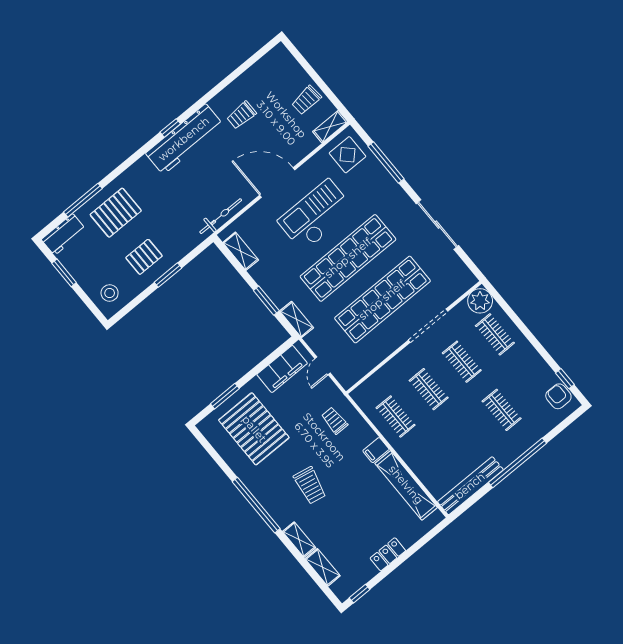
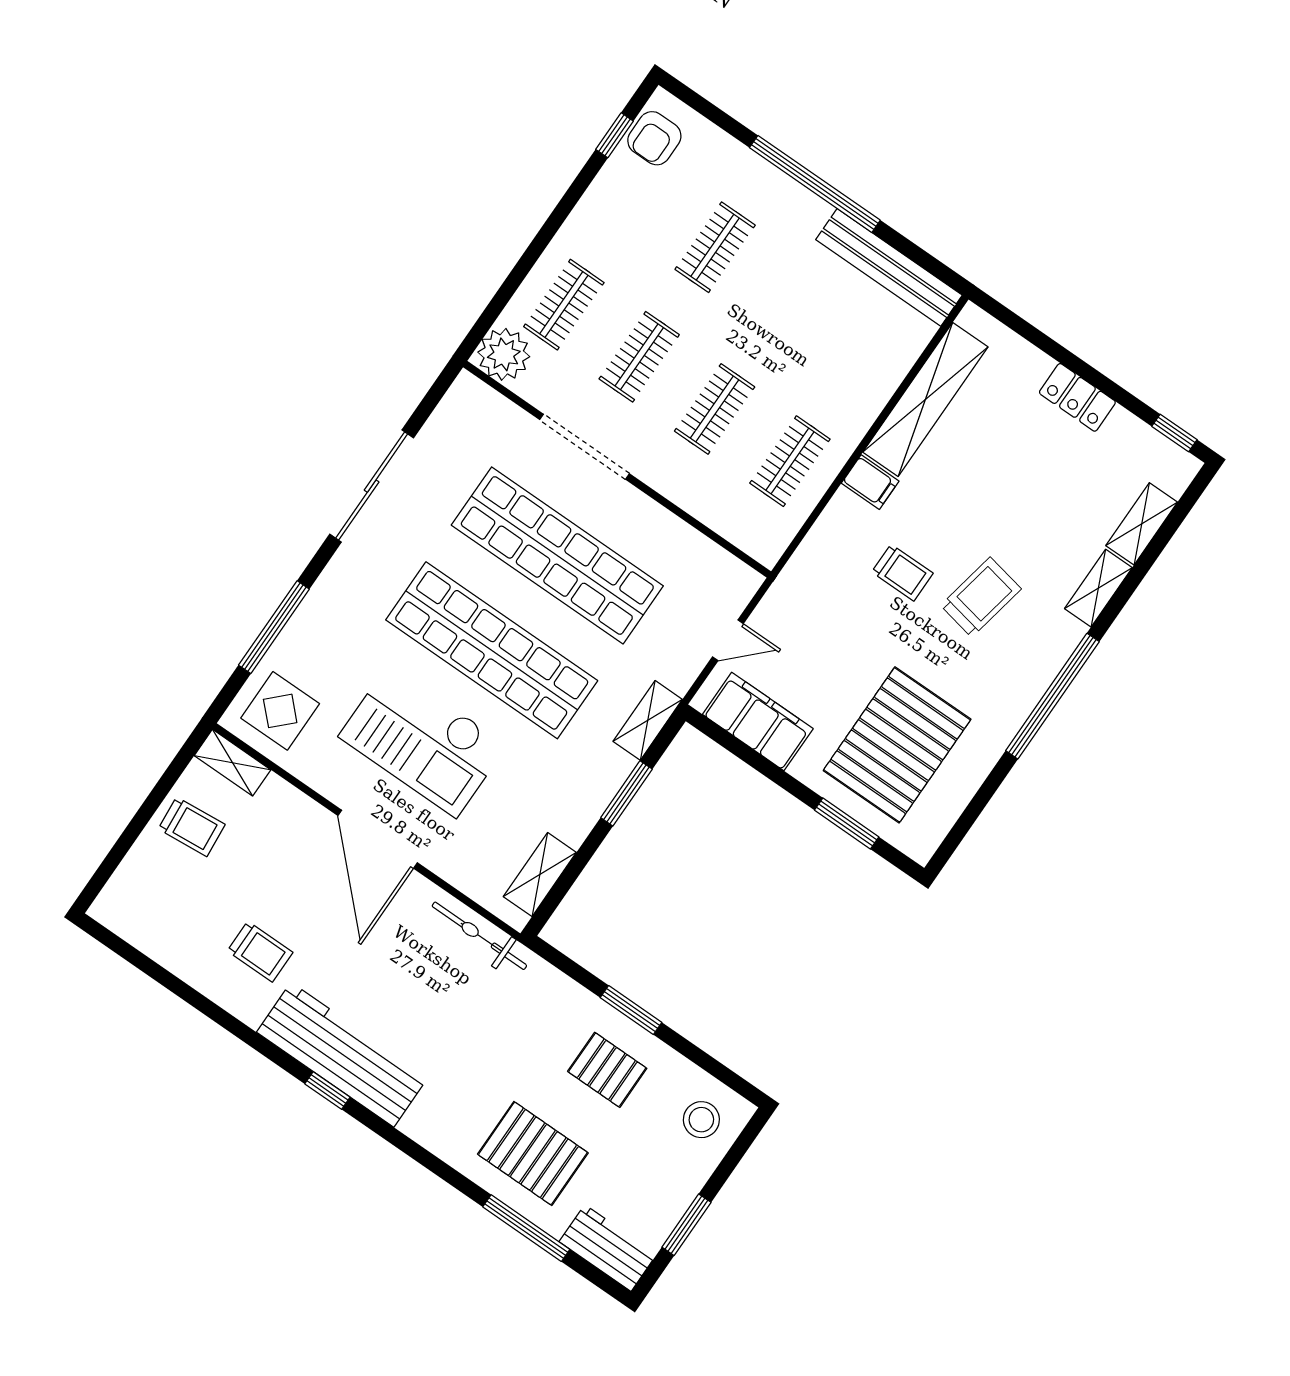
trolley: (334, 421) -> (902, 573), moved, turned -90

